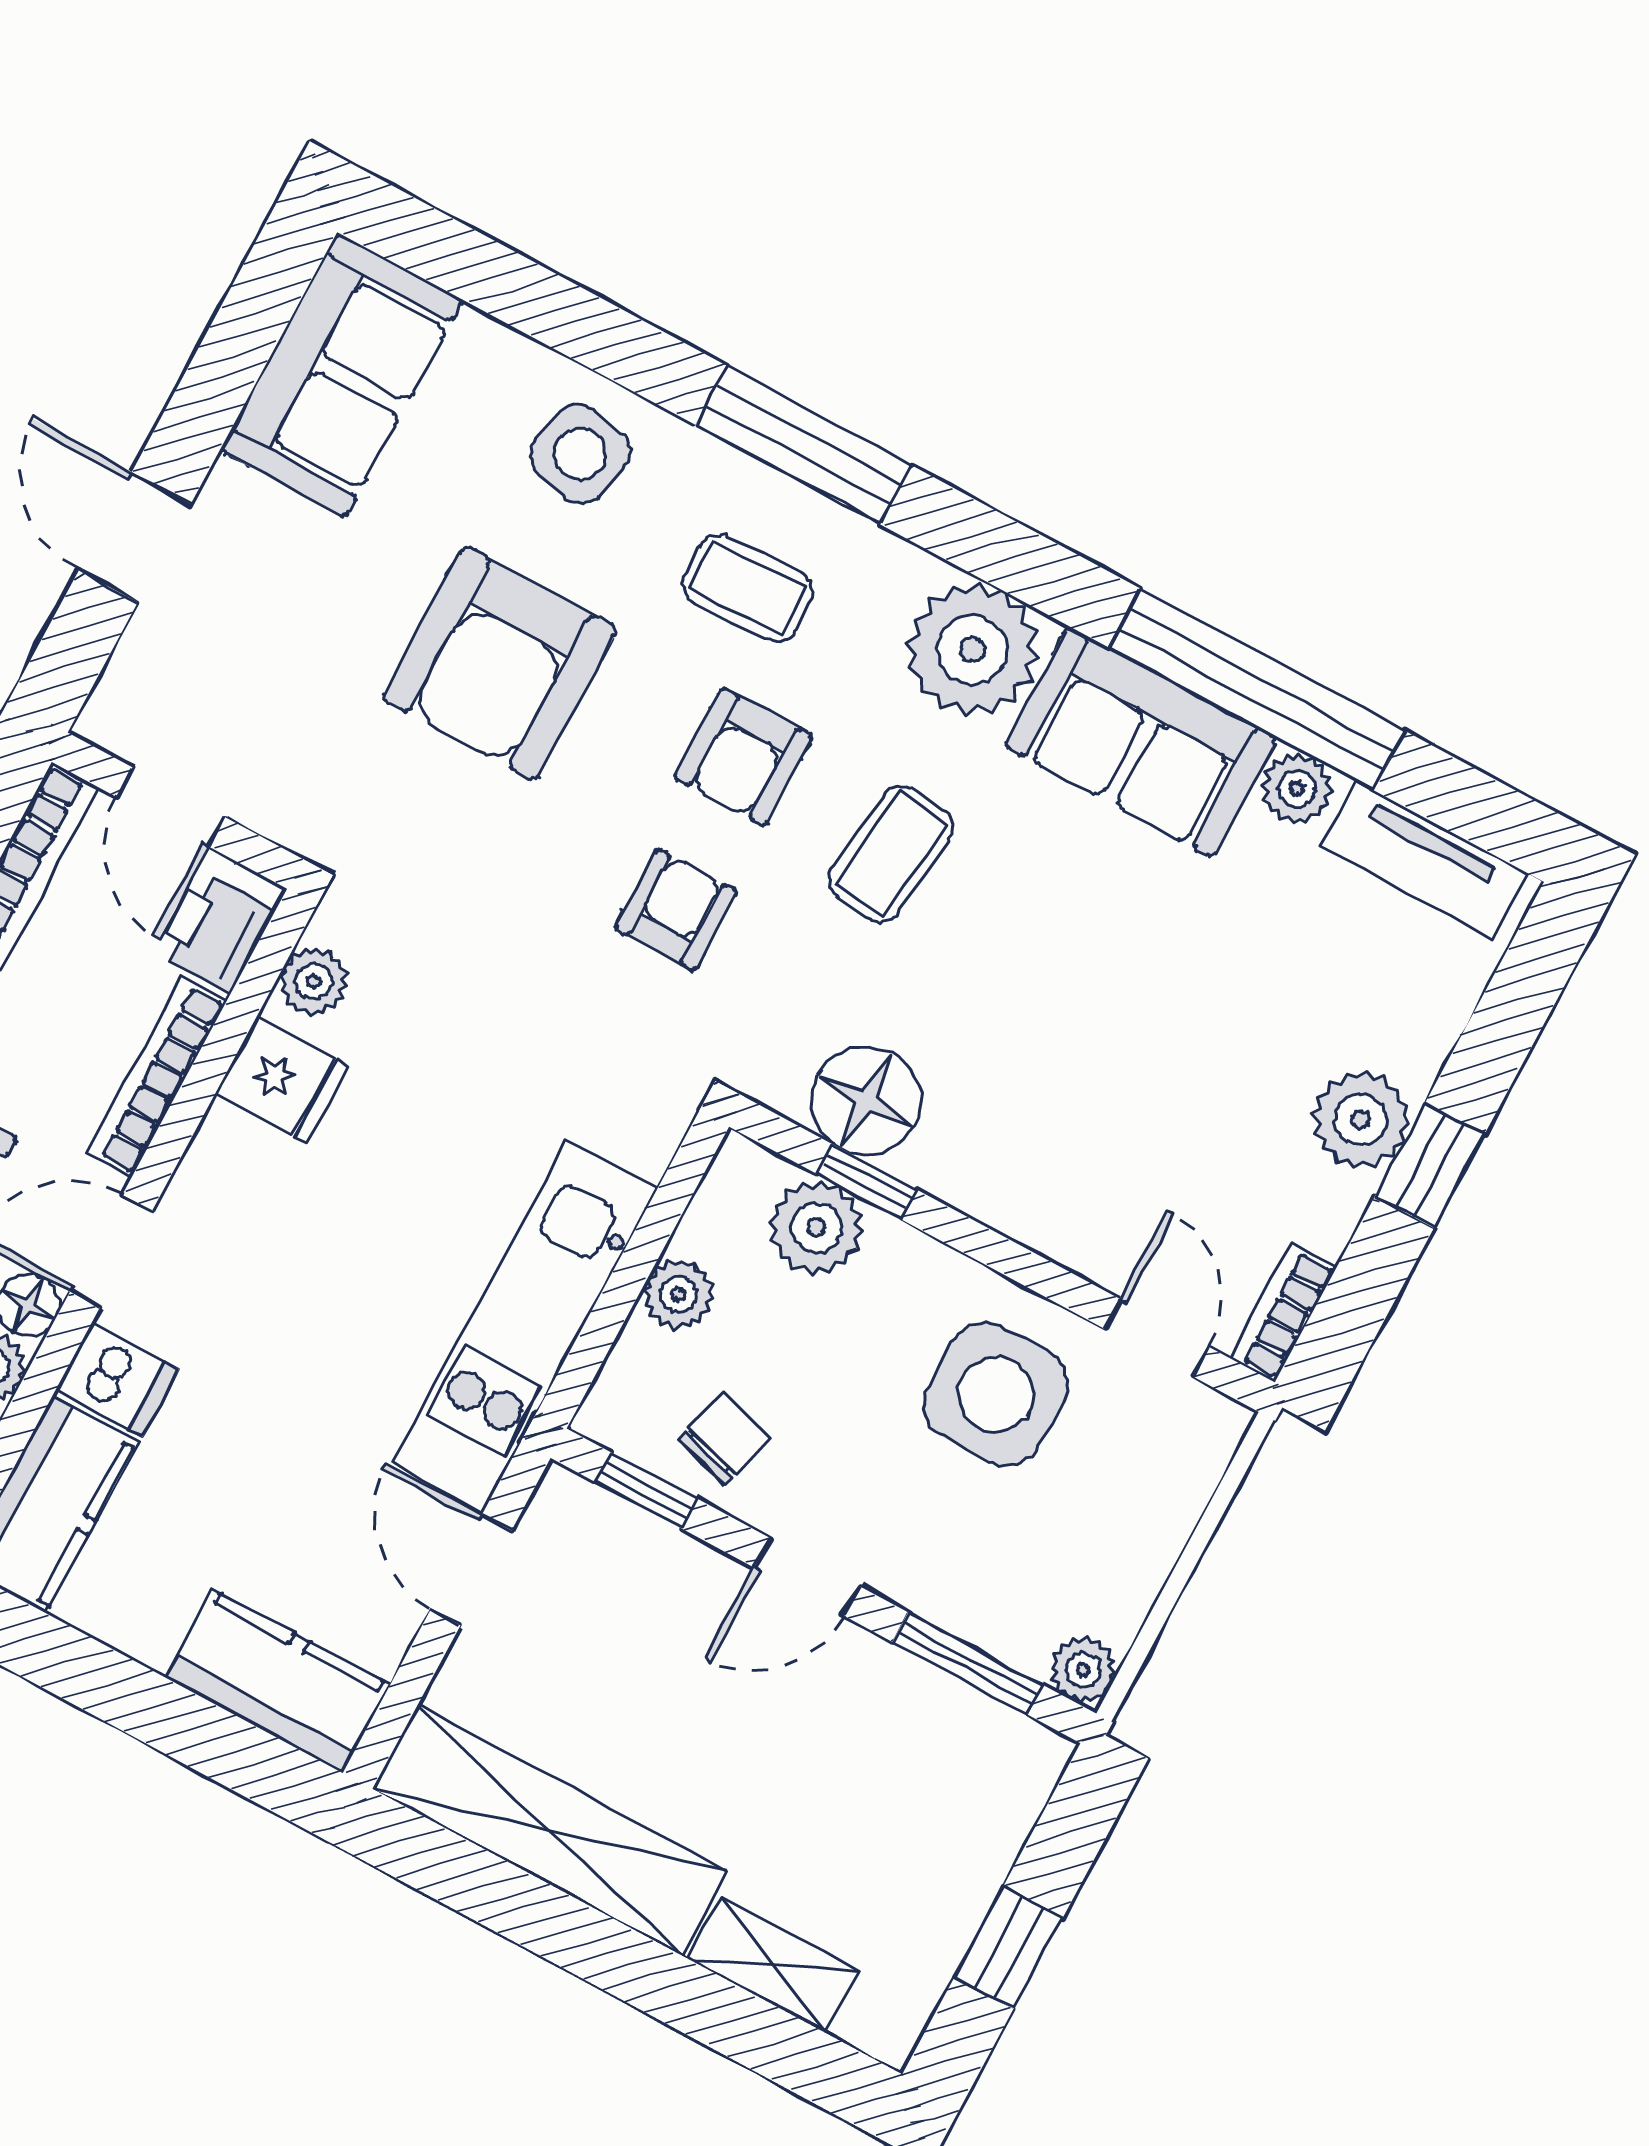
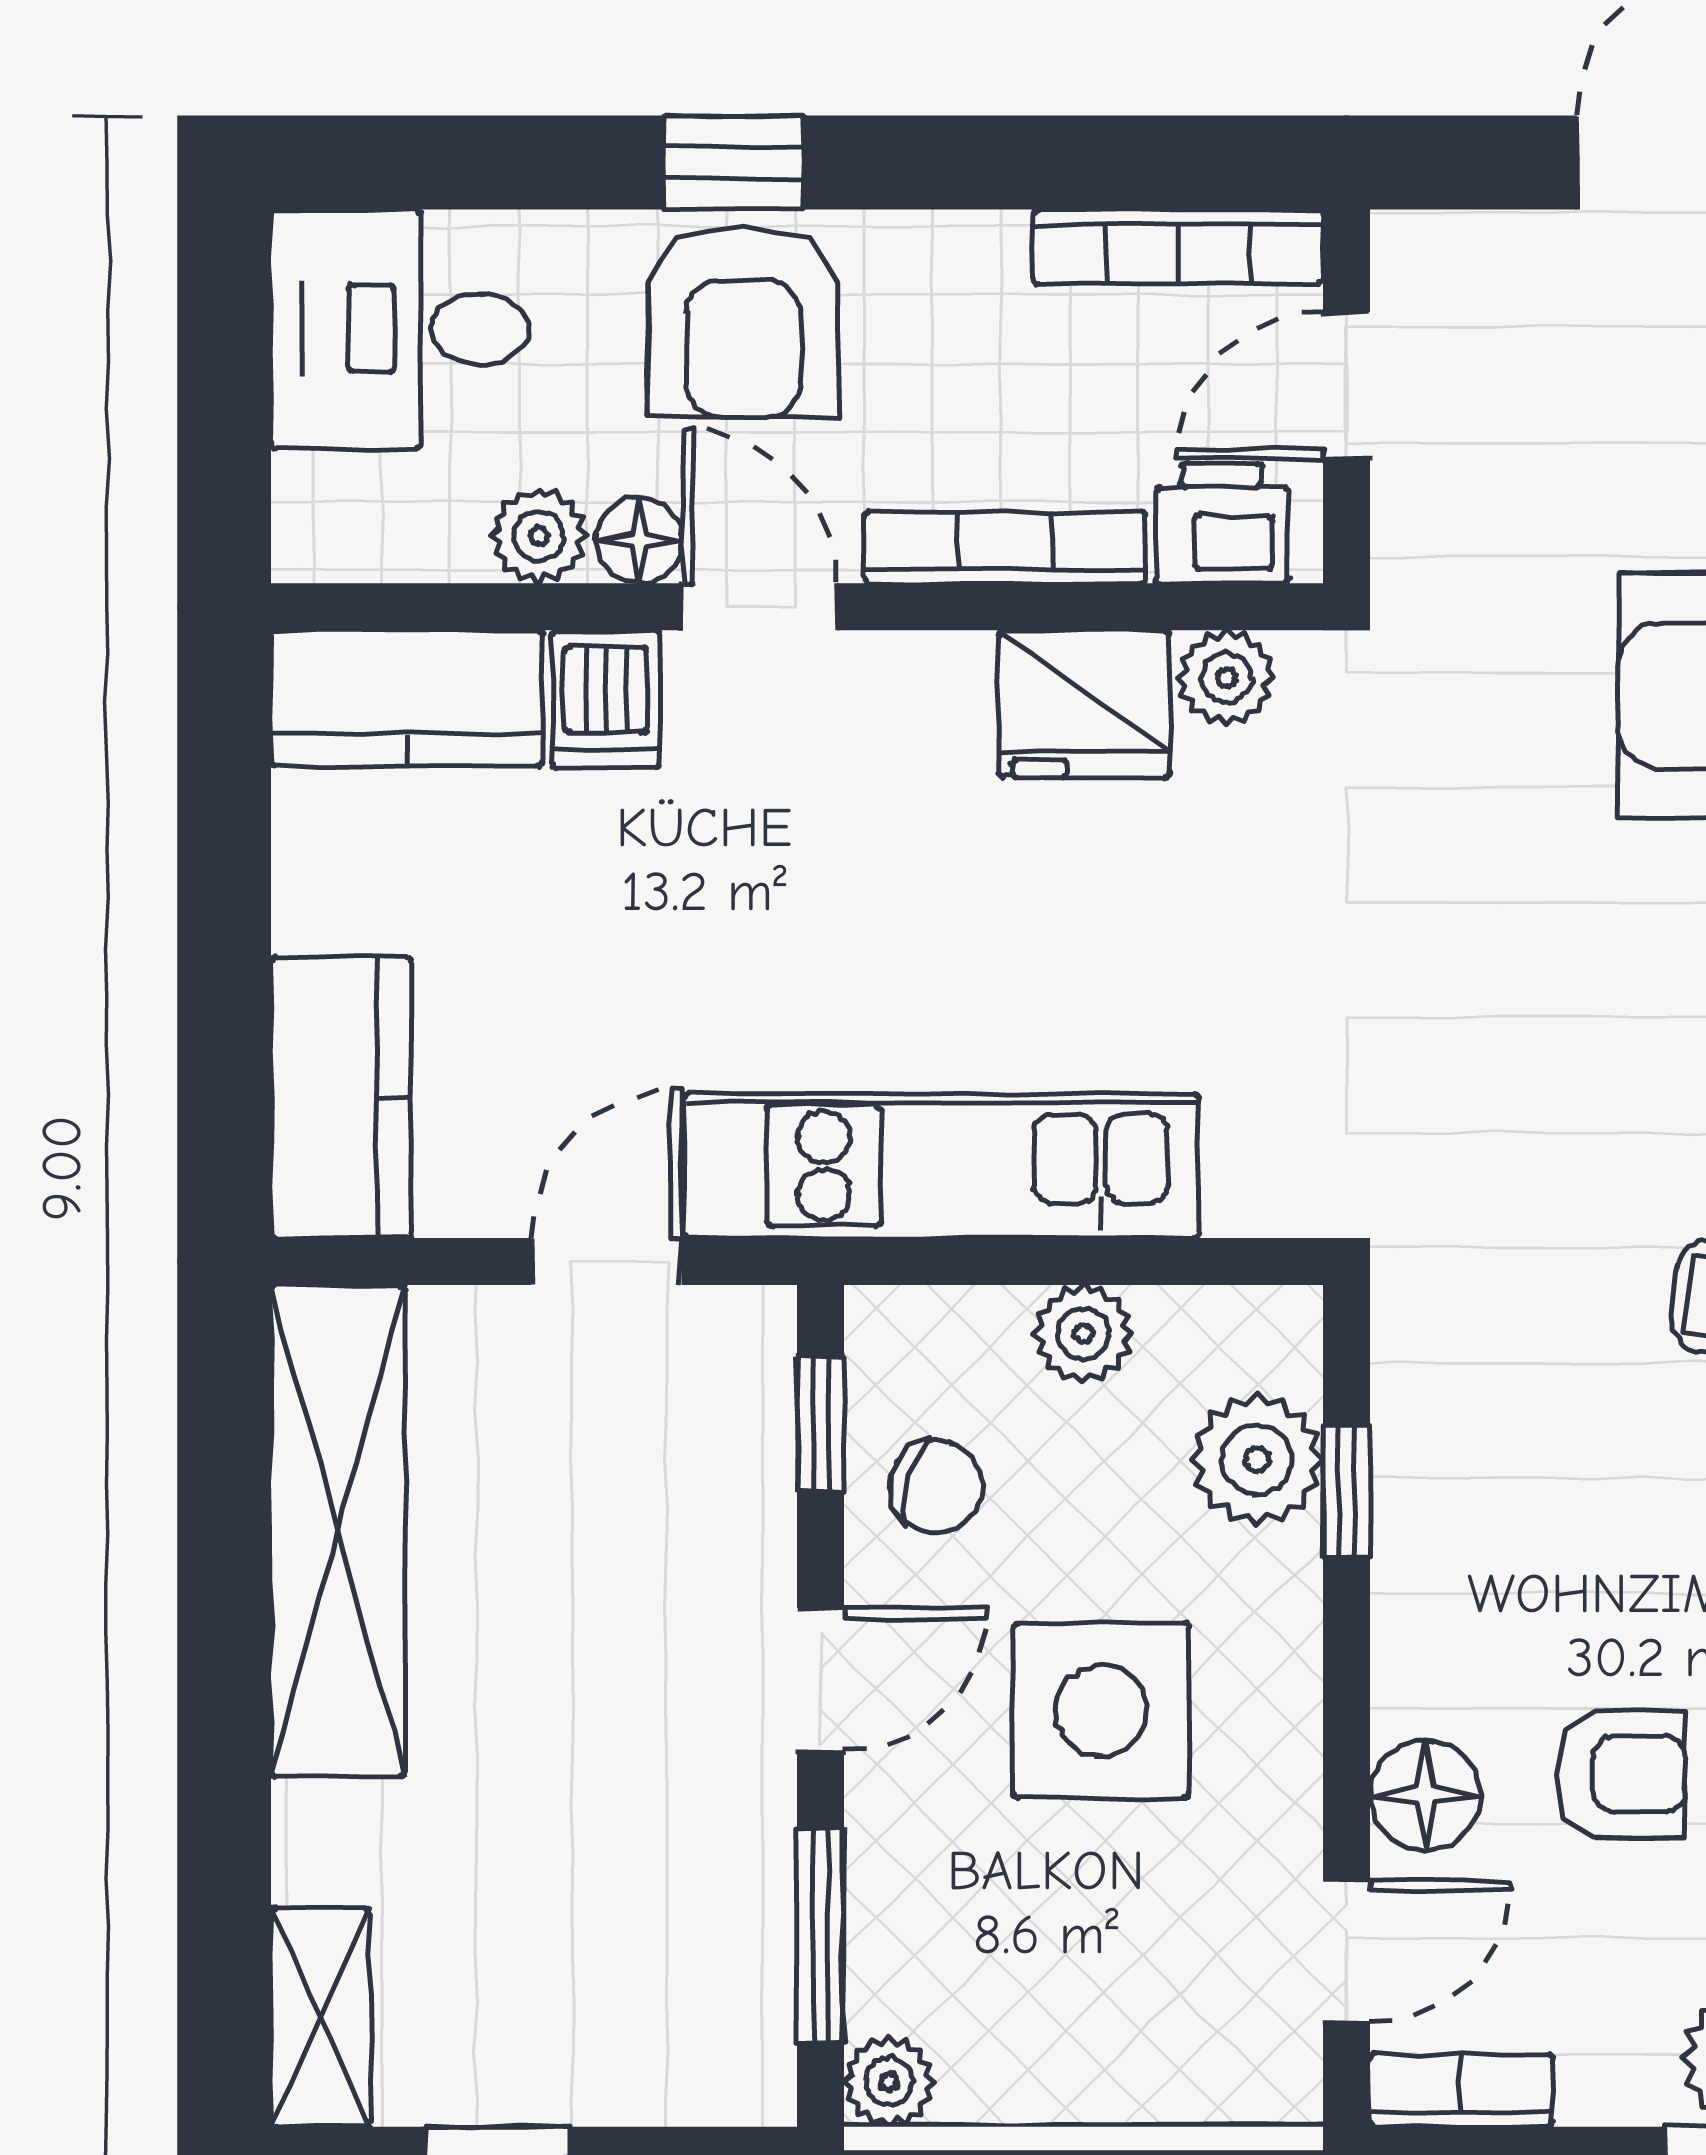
armchair: (676, 910) -> (1621, 1774), moved
fridge: (282, 1080) -> (1084, 704), width x1.38
floor lamp: (866, 1101) -> (1425, 1795), moved, width x0.73, depth x0.73
side table: (996, 1394) -> (1101, 1710), moved
door: (807, 1577) -> (820, 1680), swing flipped
shelving: (773, 1965) -> (320, 2017), moved

